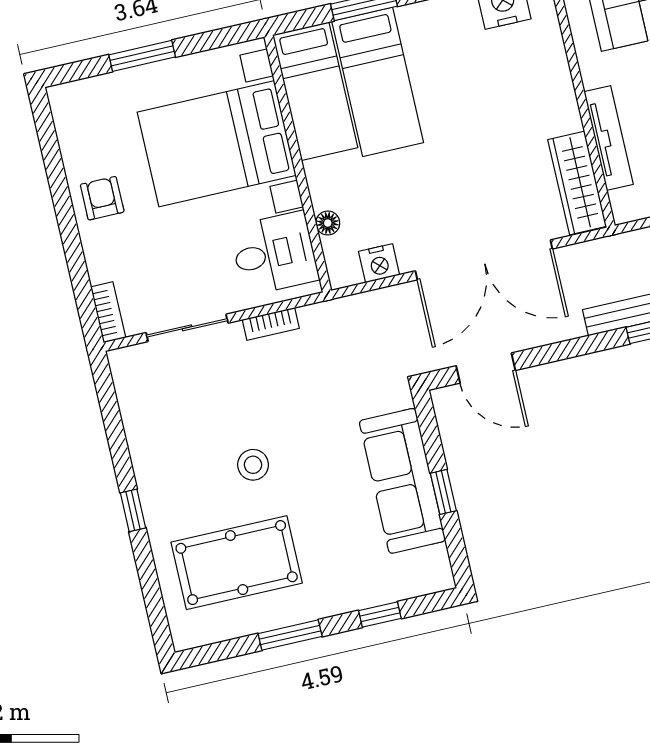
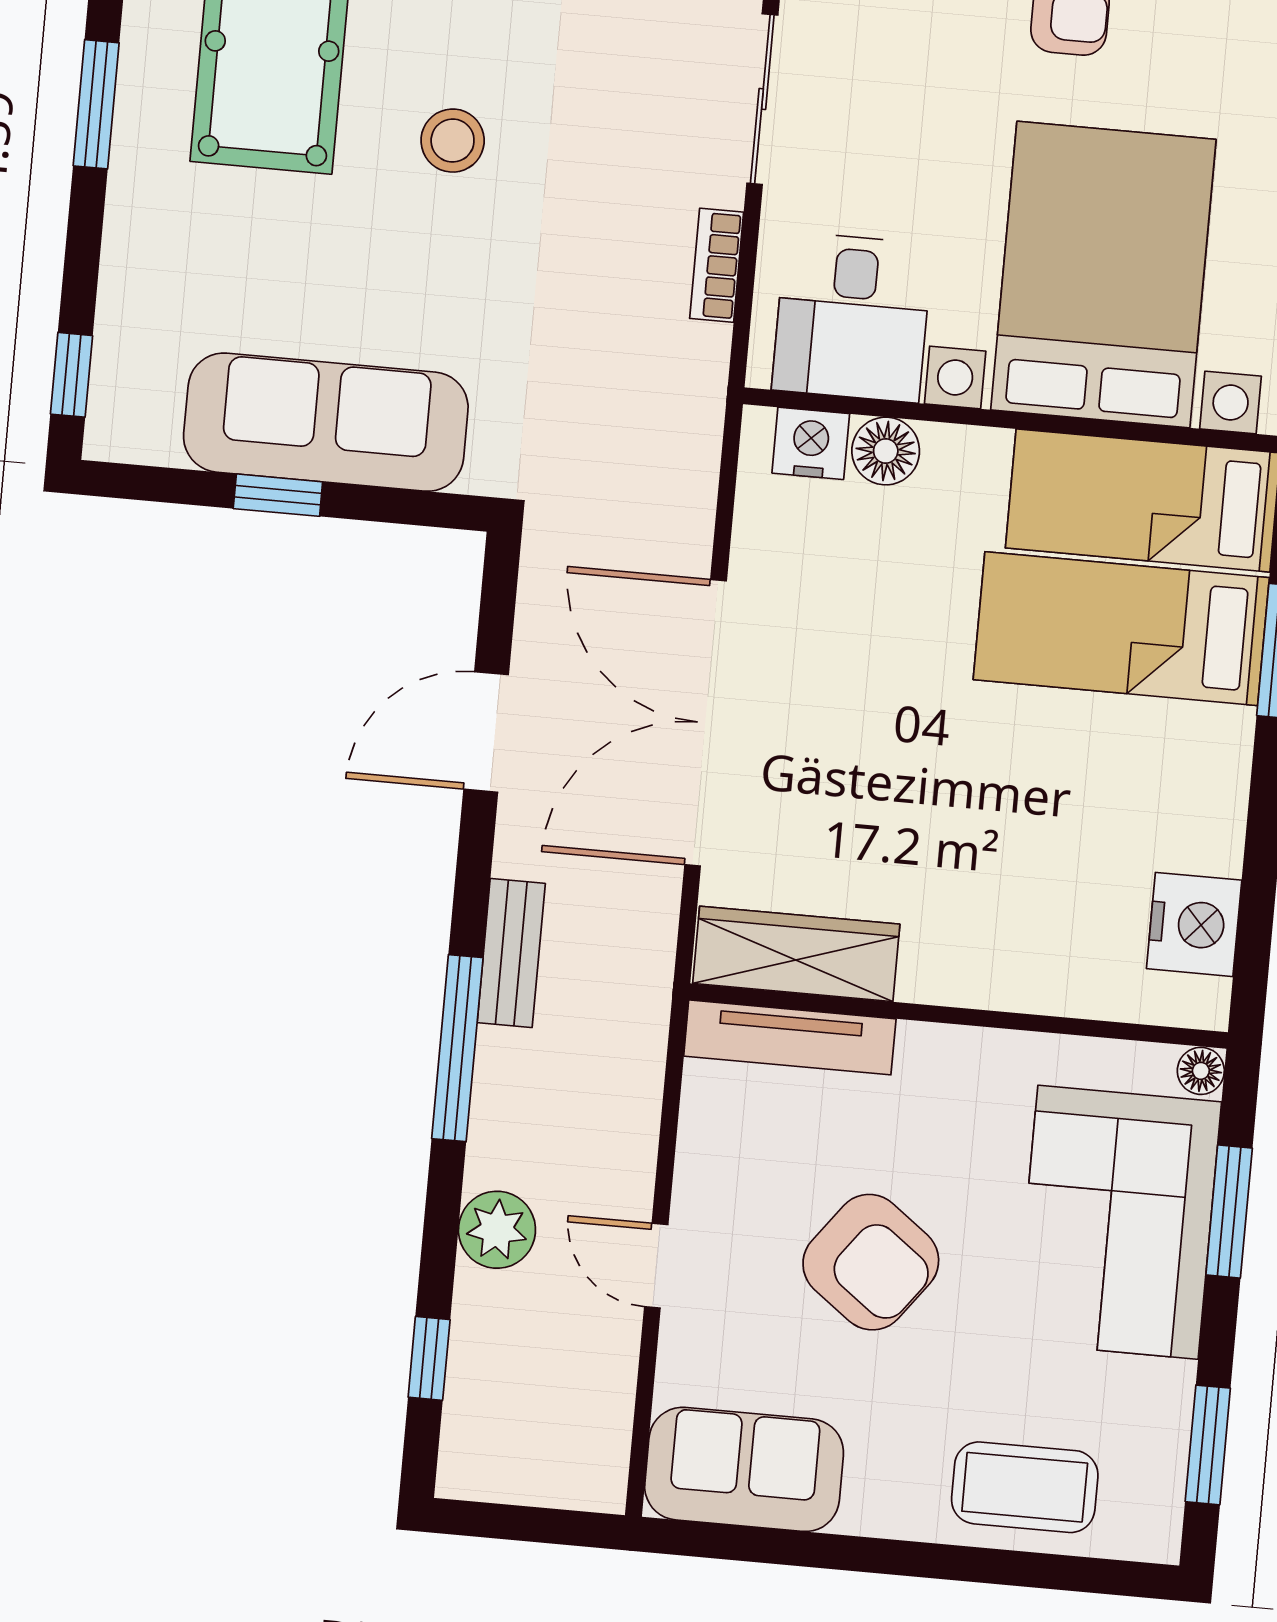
tv unit: (609, 138) -> (790, 1037), moved
floor lamp: (328, 223) -> (886, 451), width x1.37, depth x1.37
nightstand: (379, 263) -> (811, 443), moved, turned 90
door: (486, 368) -> (486, 732), moved
window: (380, 615) -> (71, 375), moved

